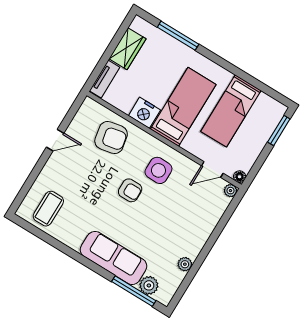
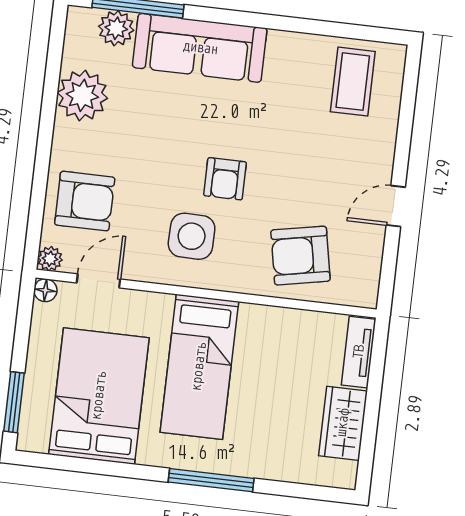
window: (178, 36) -> (211, 480), moved
bed: (231, 111) -> (99, 396), width x1.50
nightstand: (144, 113) -> (262, 325), removed
armchair: (130, 190) -> (225, 179), turned -90
armchair: (201, 210) -> (85, 201), added
plant: (185, 264) -> (82, 95), width x1.87, depth x1.87

